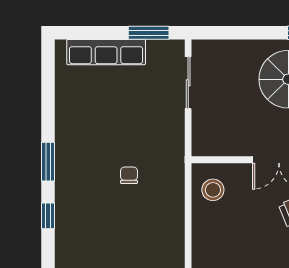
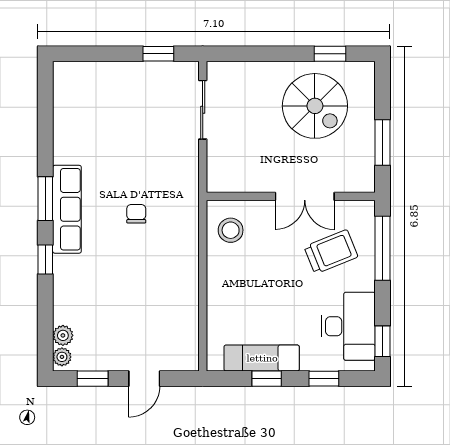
window: (149, 33) -> (158, 54), width x0.67
row of seats: (106, 52) -> (67, 209), moved, turned -90

